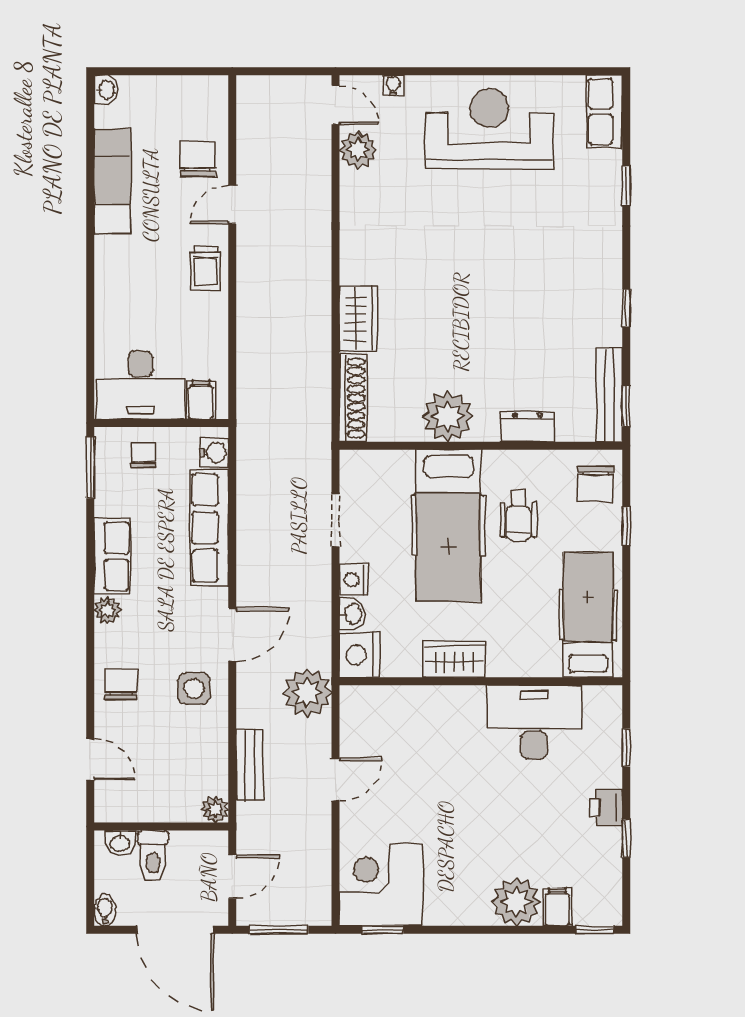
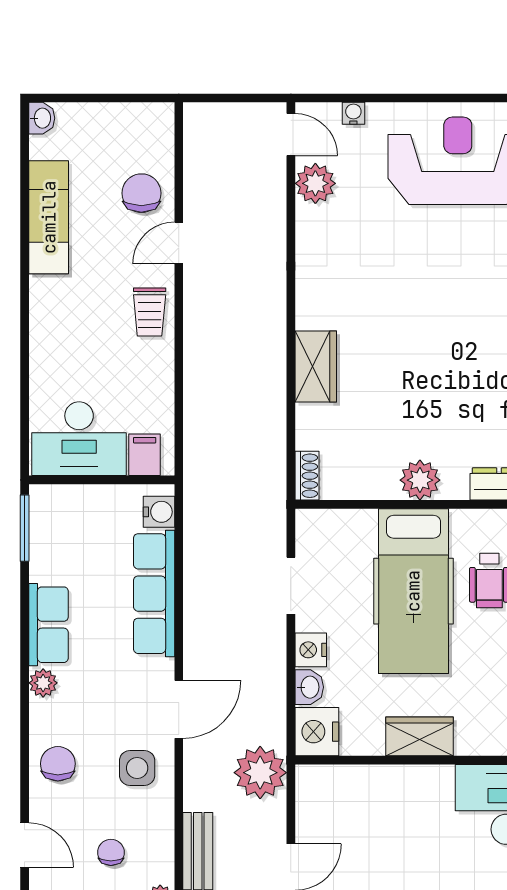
shoe rack: (353, 398) -> (307, 476), width x0.51, depth x0.81
plant: (448, 416) -> (420, 480), width x0.73, depth x0.73
chair: (143, 456) -> (111, 852), moved

